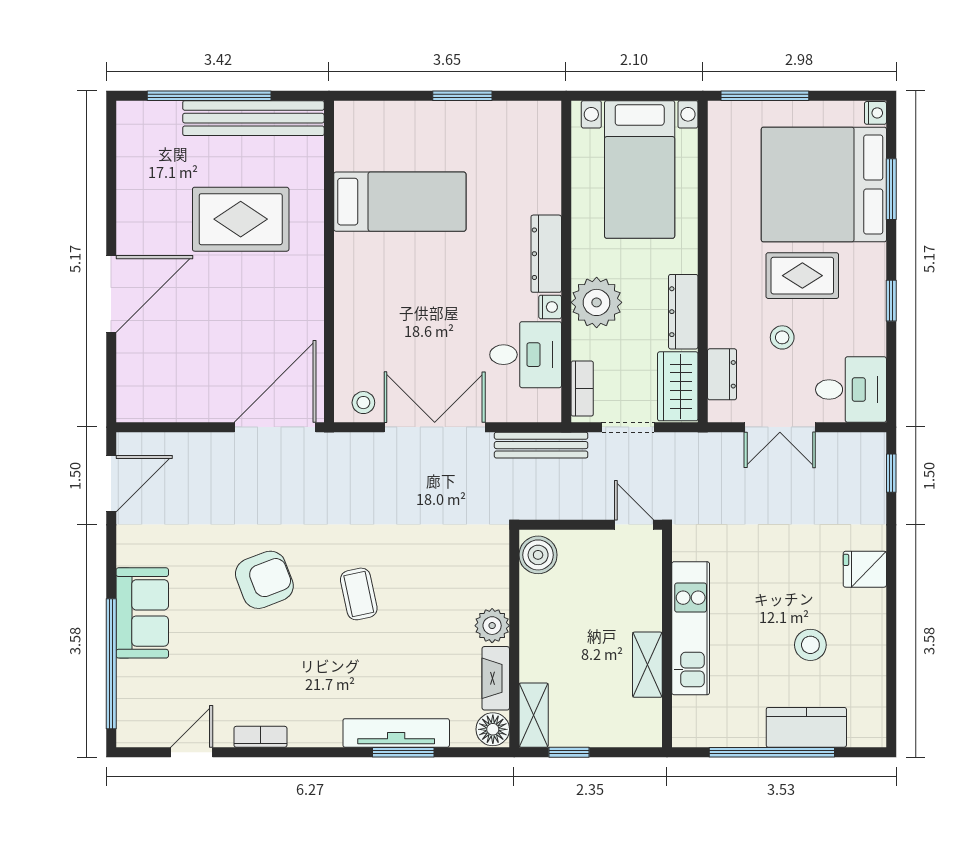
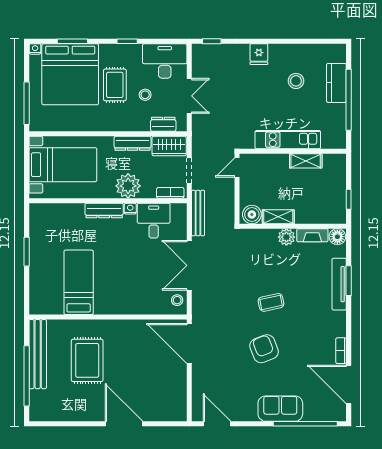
desk: (851, 390) -> (165, 61), width x1.37
shelving: (534, 715) -> (278, 217), moved
door: (192, 752) -> (349, 384), width x1.88

